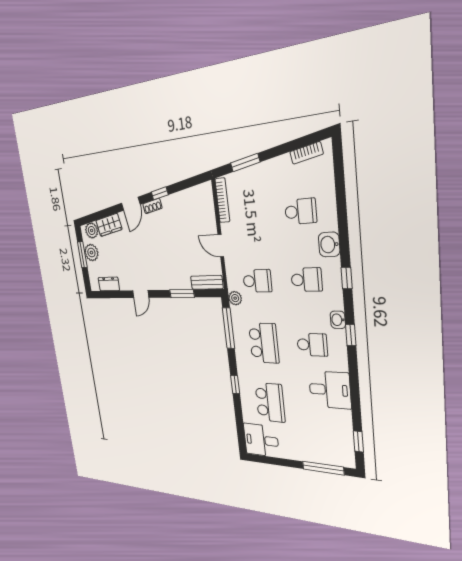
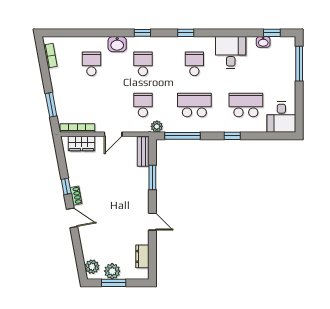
wardrobe: (109, 225) -> (81, 143), moved, turned 100
washbasin: (338, 320) -> (263, 42), moved

